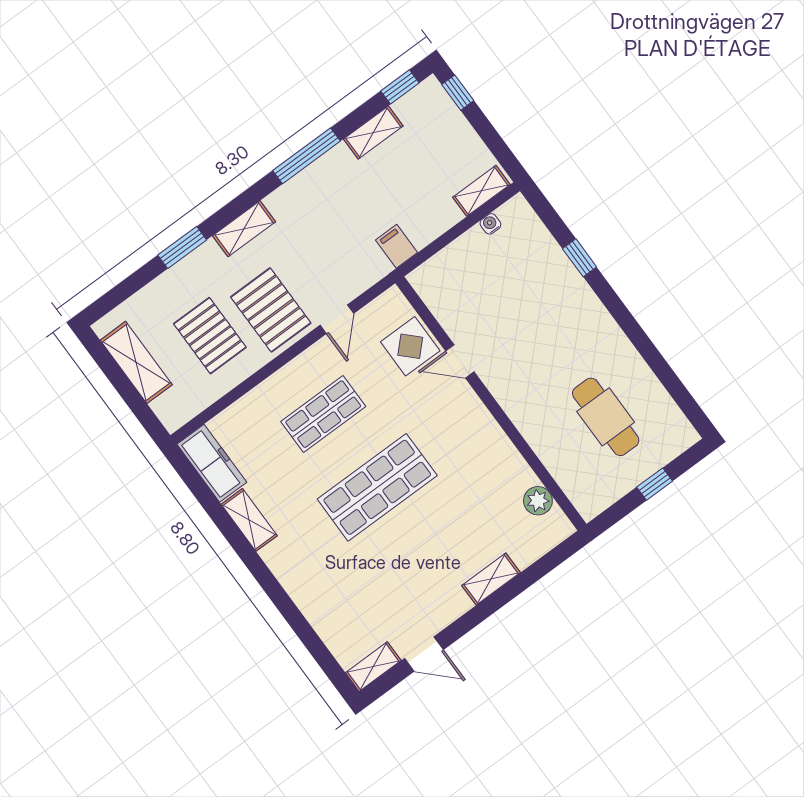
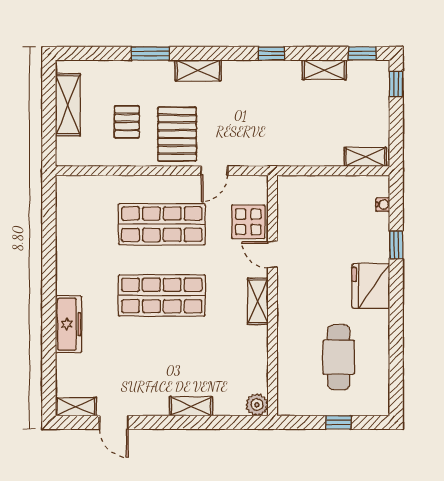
window: (307, 156) -> (271, 53), width x0.46
water cooler: (490, 224) -> (383, 205), moved, turned 90
filing cabinet: (397, 246) -> (286, 152), removed
fridge: (585, 319) -> (371, 286), added
pallet: (210, 336) -> (127, 122), width x0.67, depth x0.71
shop shelf: (323, 414) -> (162, 224), width x1.43, depth x1.36
freezer: (212, 463) -> (69, 324), moved
plant: (538, 501) -> (257, 405), moved
shelving: (249, 520) -> (258, 301), moved

